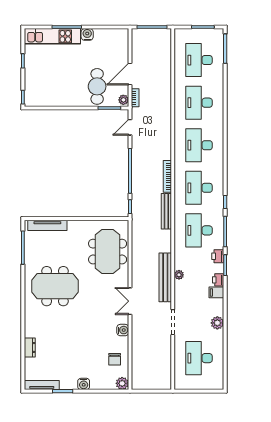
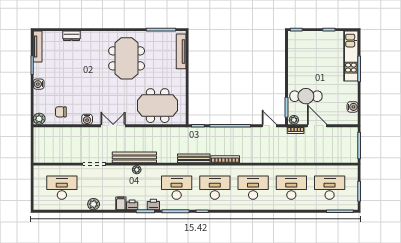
water cooler: (87, 34) -> (353, 107), moved

